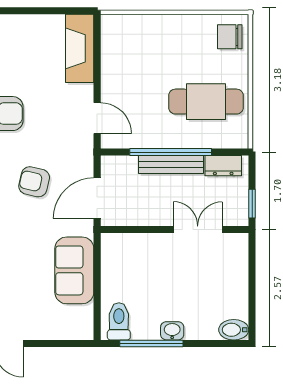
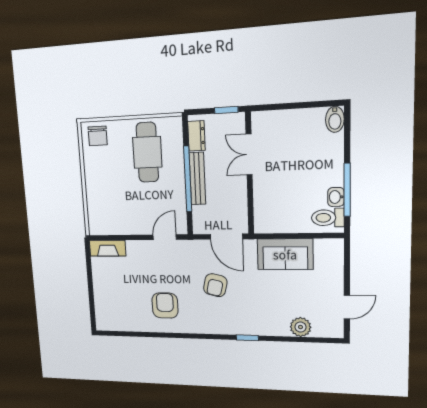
fireplace: (80, 48) -> (108, 248), width x0.73, depth x0.76
washbasin: (172, 331) -> (336, 197), moved

